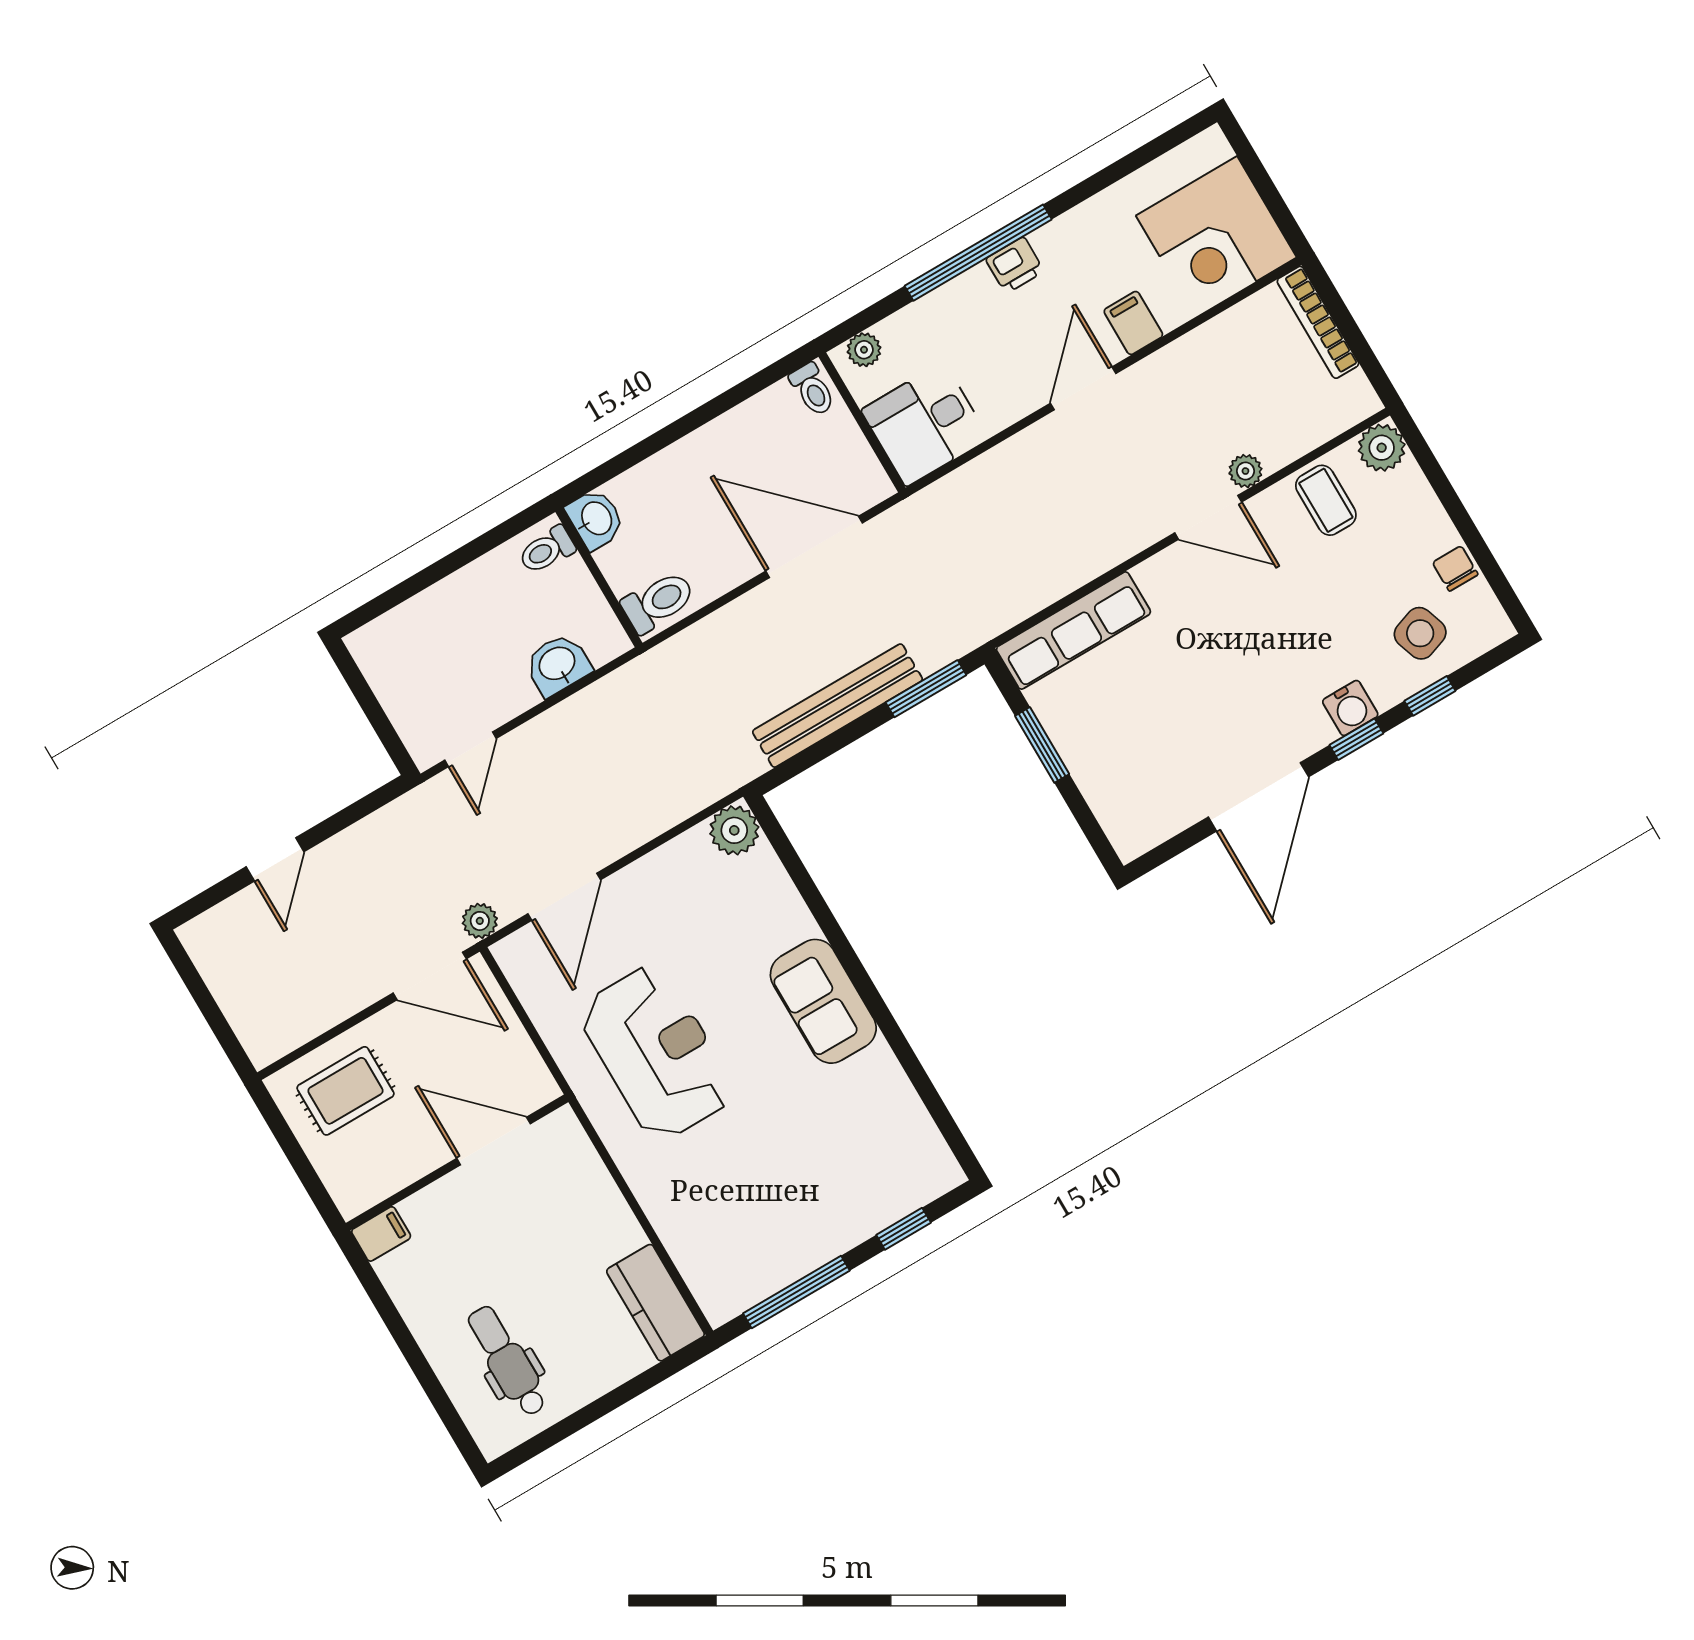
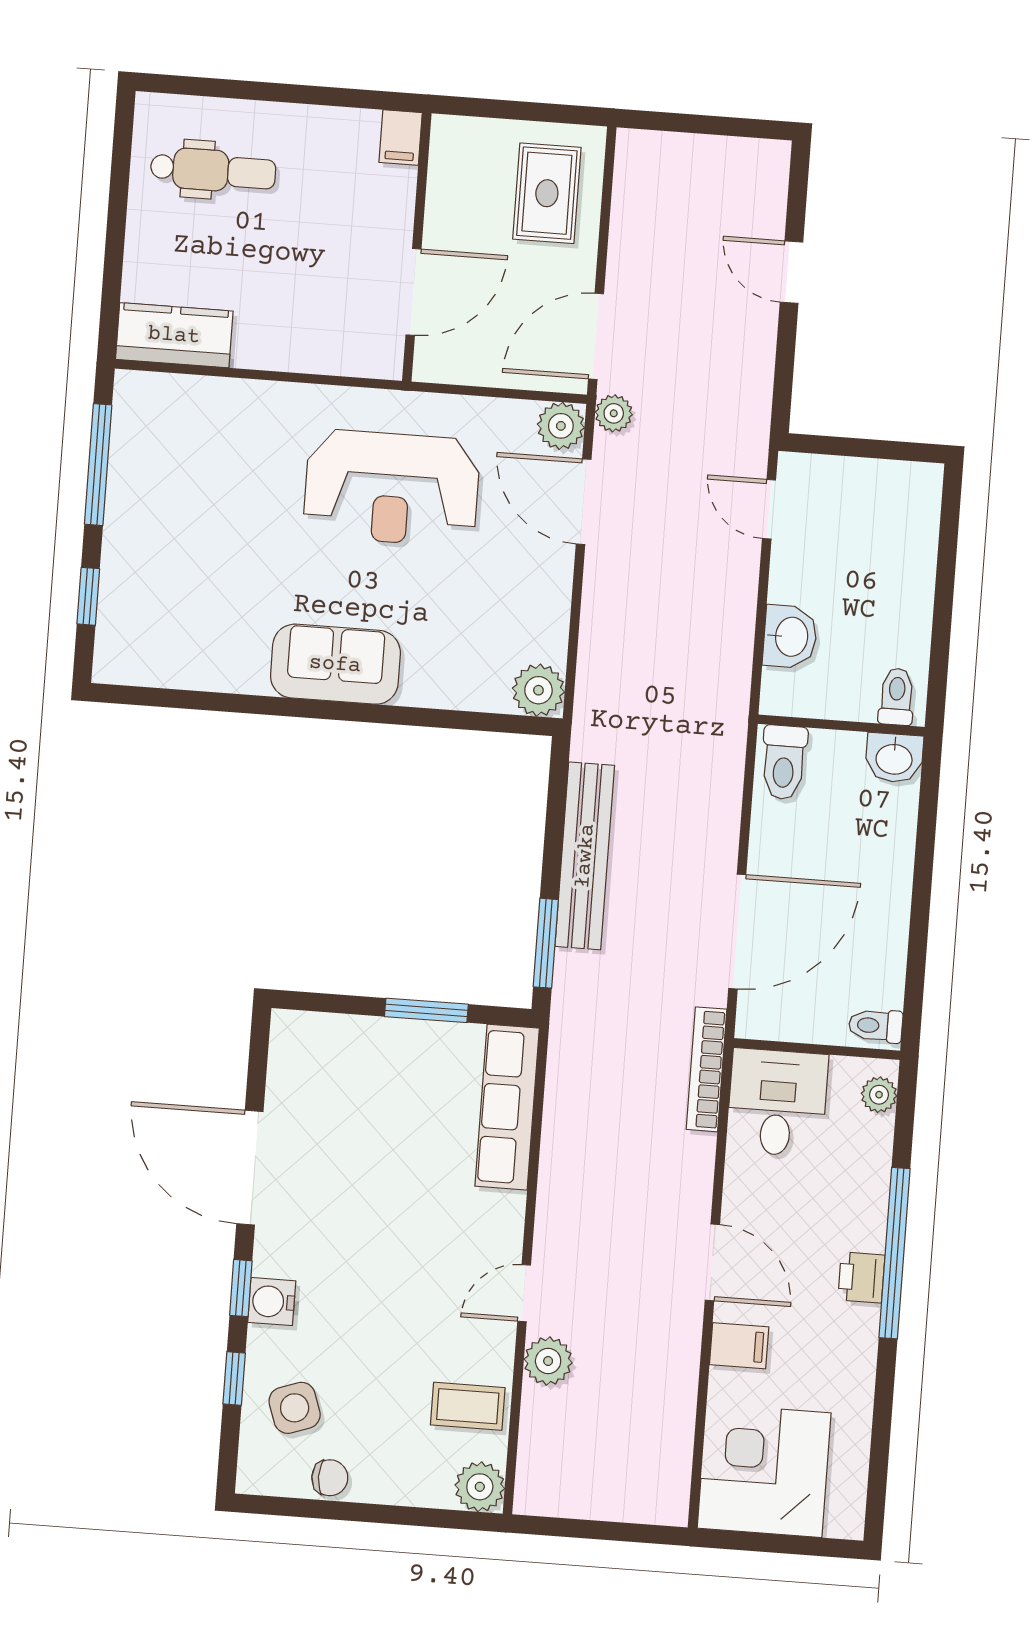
bookcase: (1318, 322) -> (707, 1069), moved, turned -90
plant: (1245, 471) -> (548, 1361), width x1.38, depth x1.38
door: (1208, 517) -> (524, 1293), width x0.73
plant: (518, 955) -> (561, 426), added

